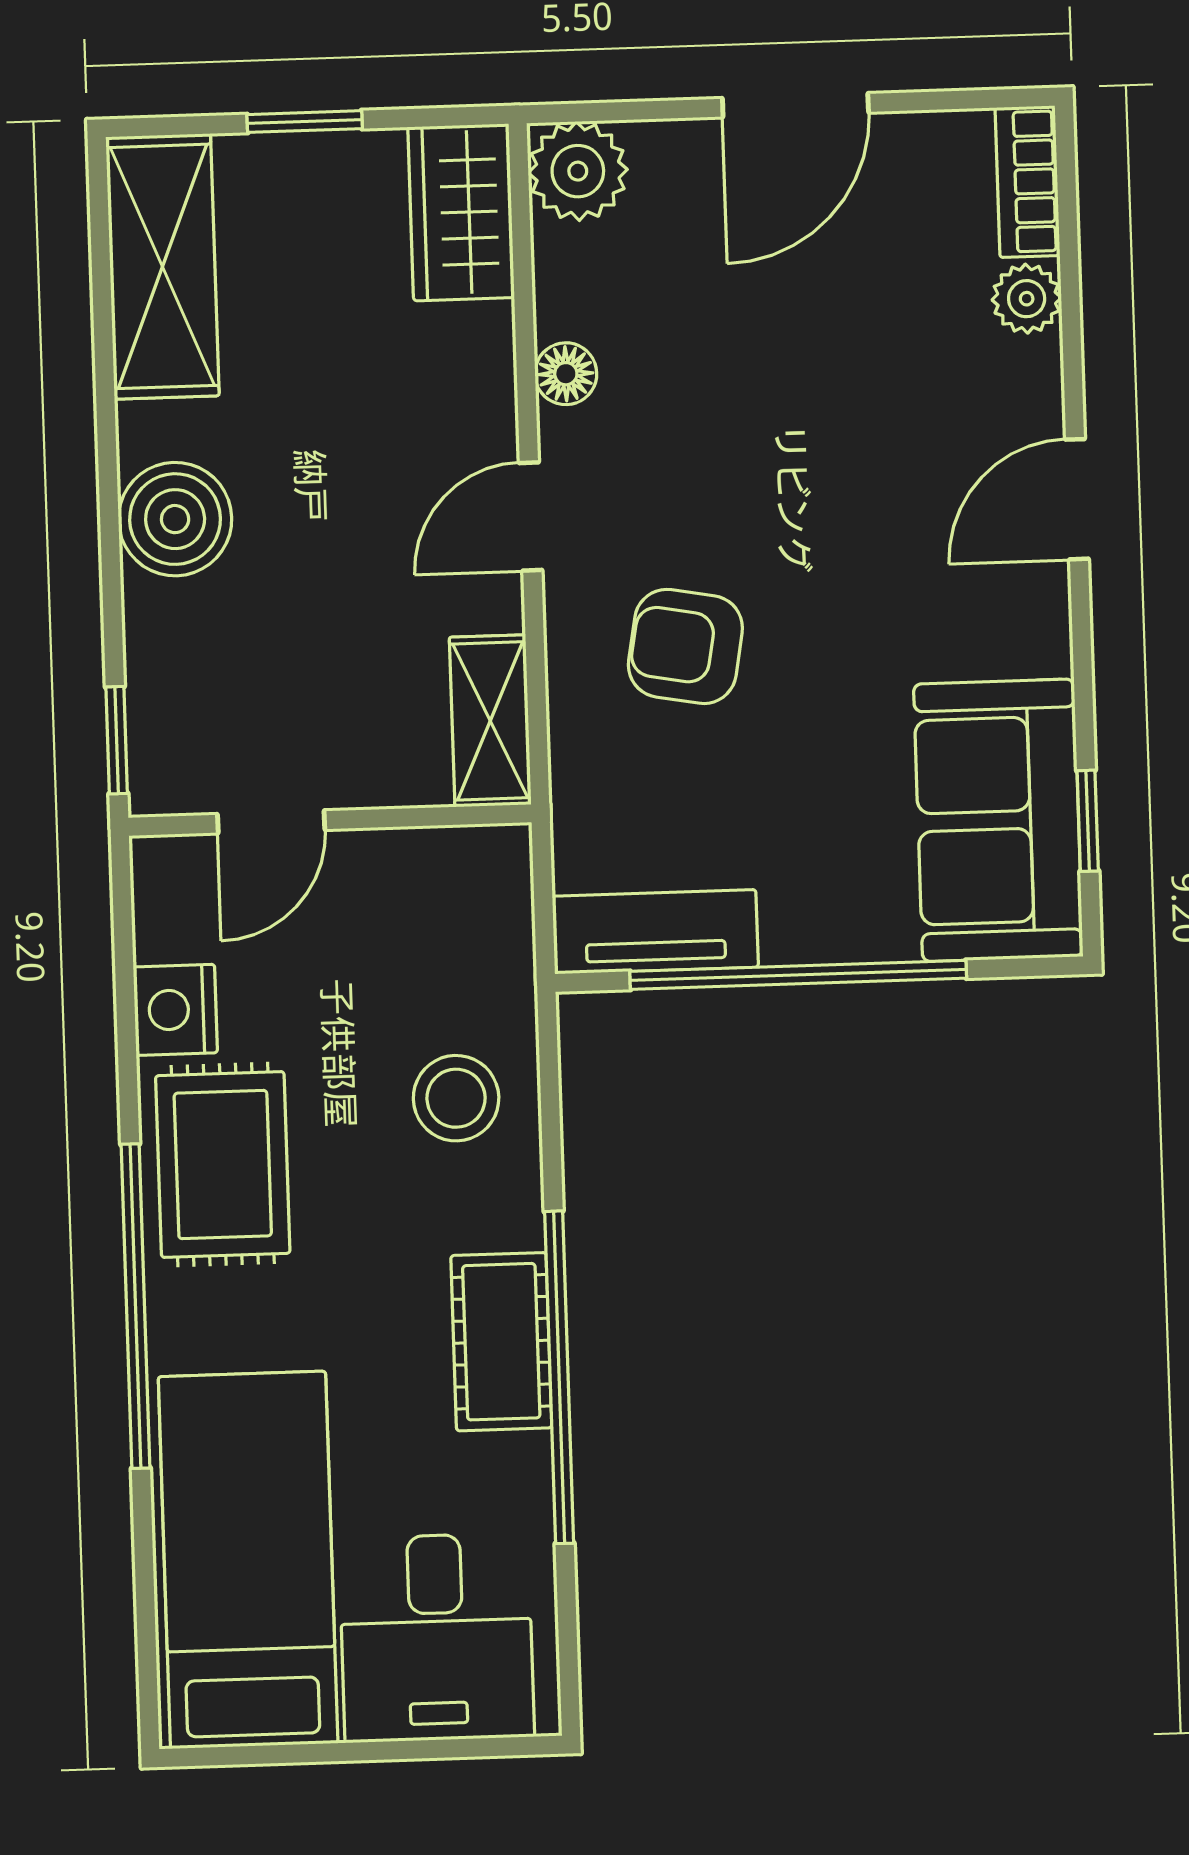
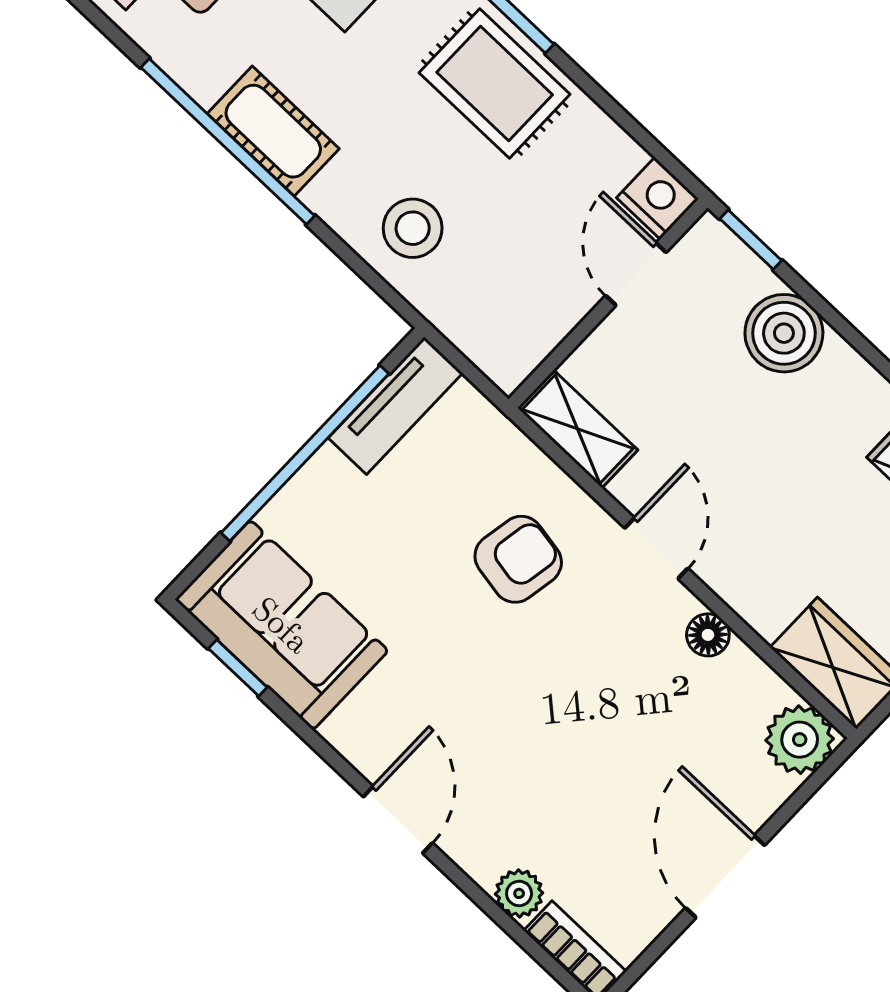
boiler: (175, 519) -> (784, 333), moved
nightstand: (175, 1010) -> (658, 198), moved

